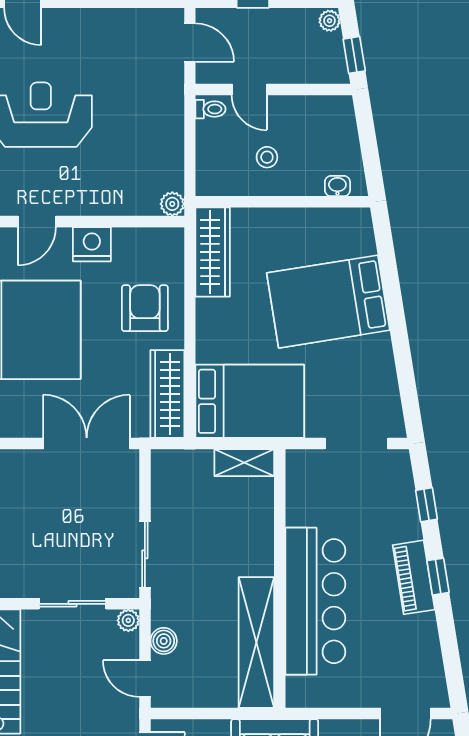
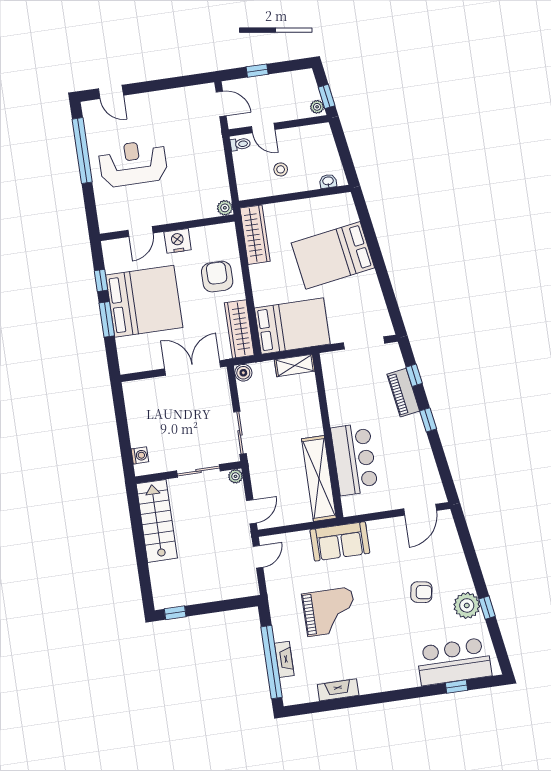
plant: (330, 21) -> (317, 107), moved
piano: (414, 577) -> (403, 393), moved
bar counter: (315, 601) -> (354, 459), width x0.73
boiler: (164, 641) -> (243, 373), moved
door: (145, 679) -> (251, 512), swing flipped

